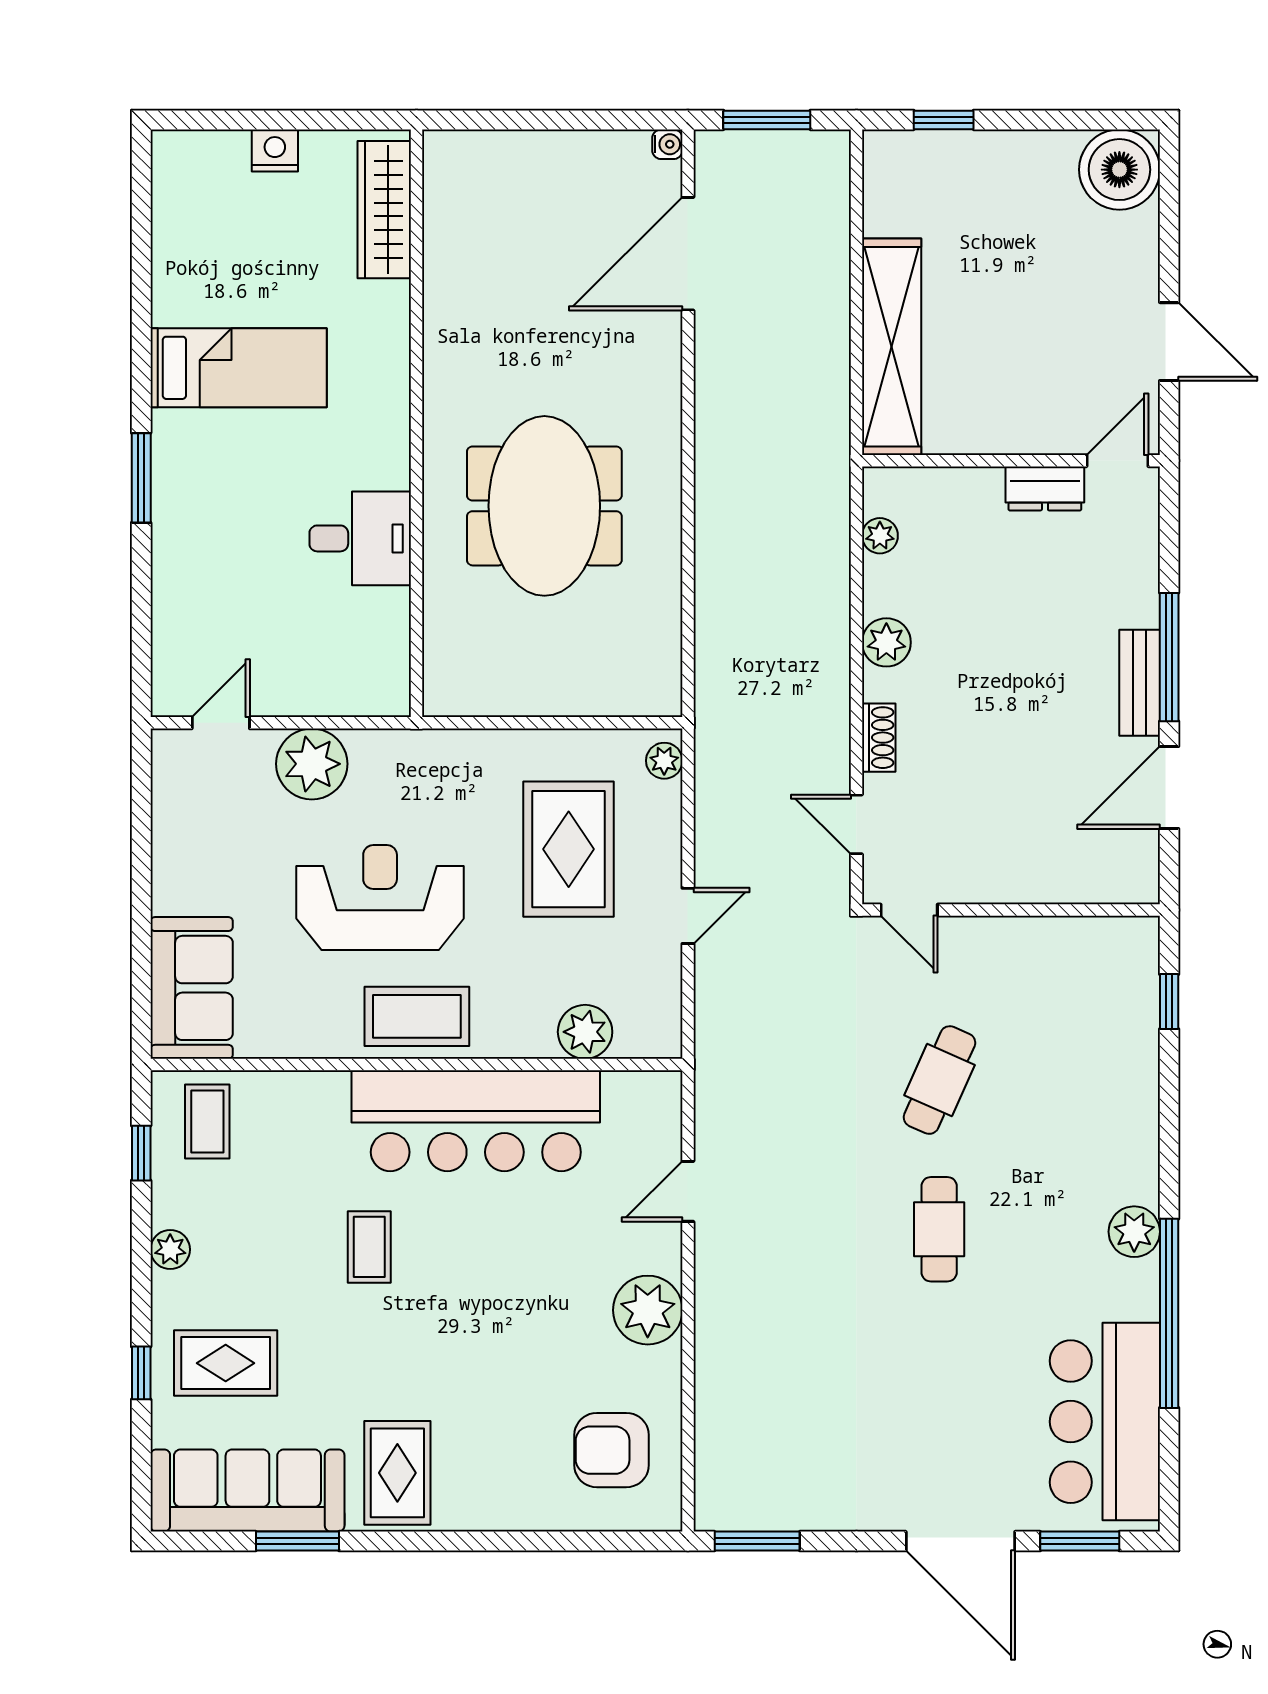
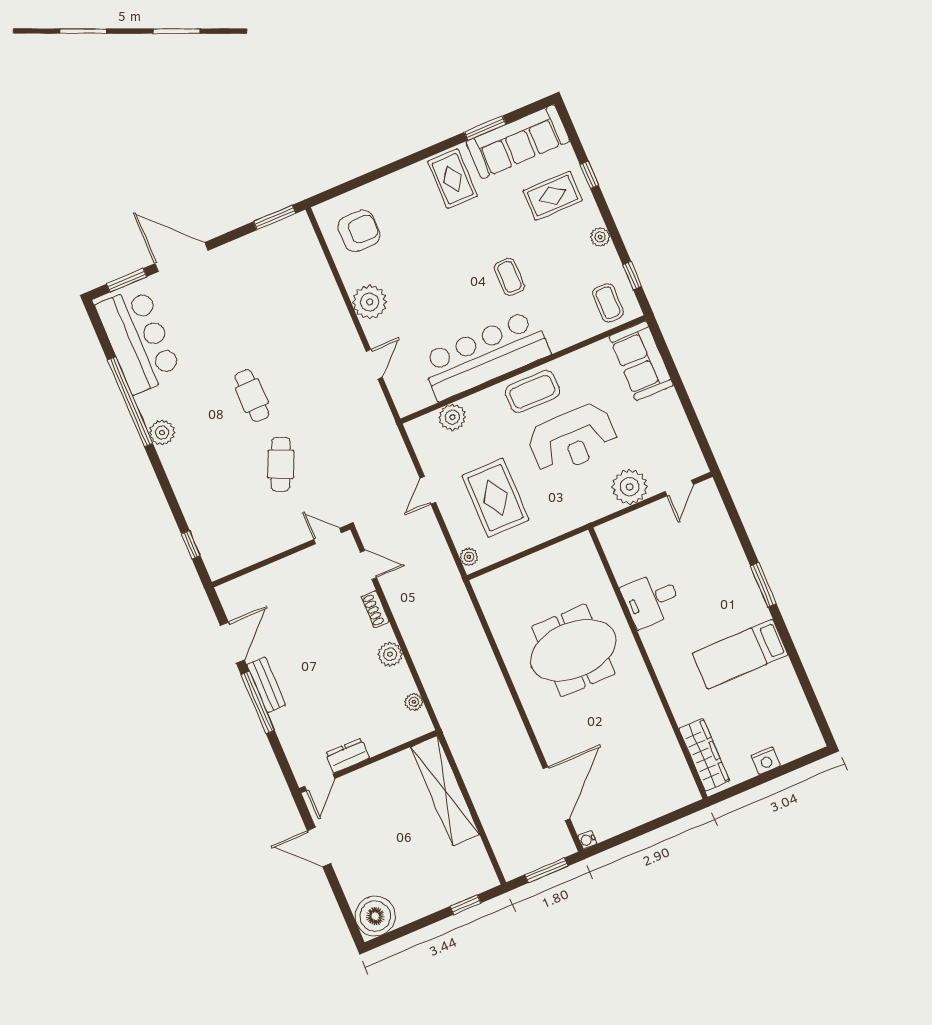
meeting table: (544, 506) -> (573, 650), turned 90

